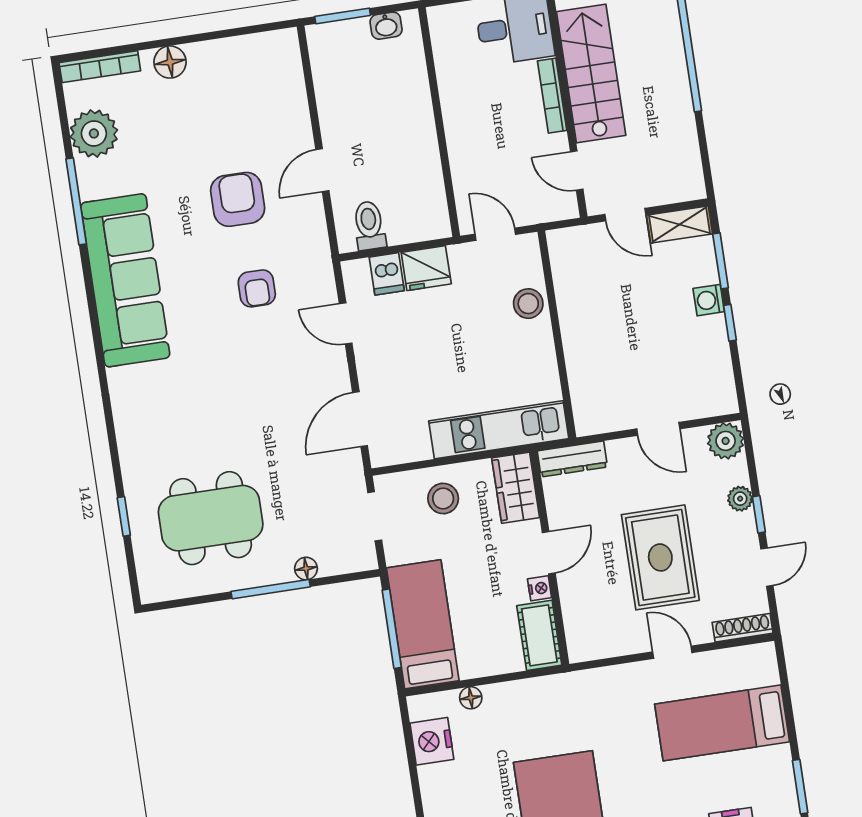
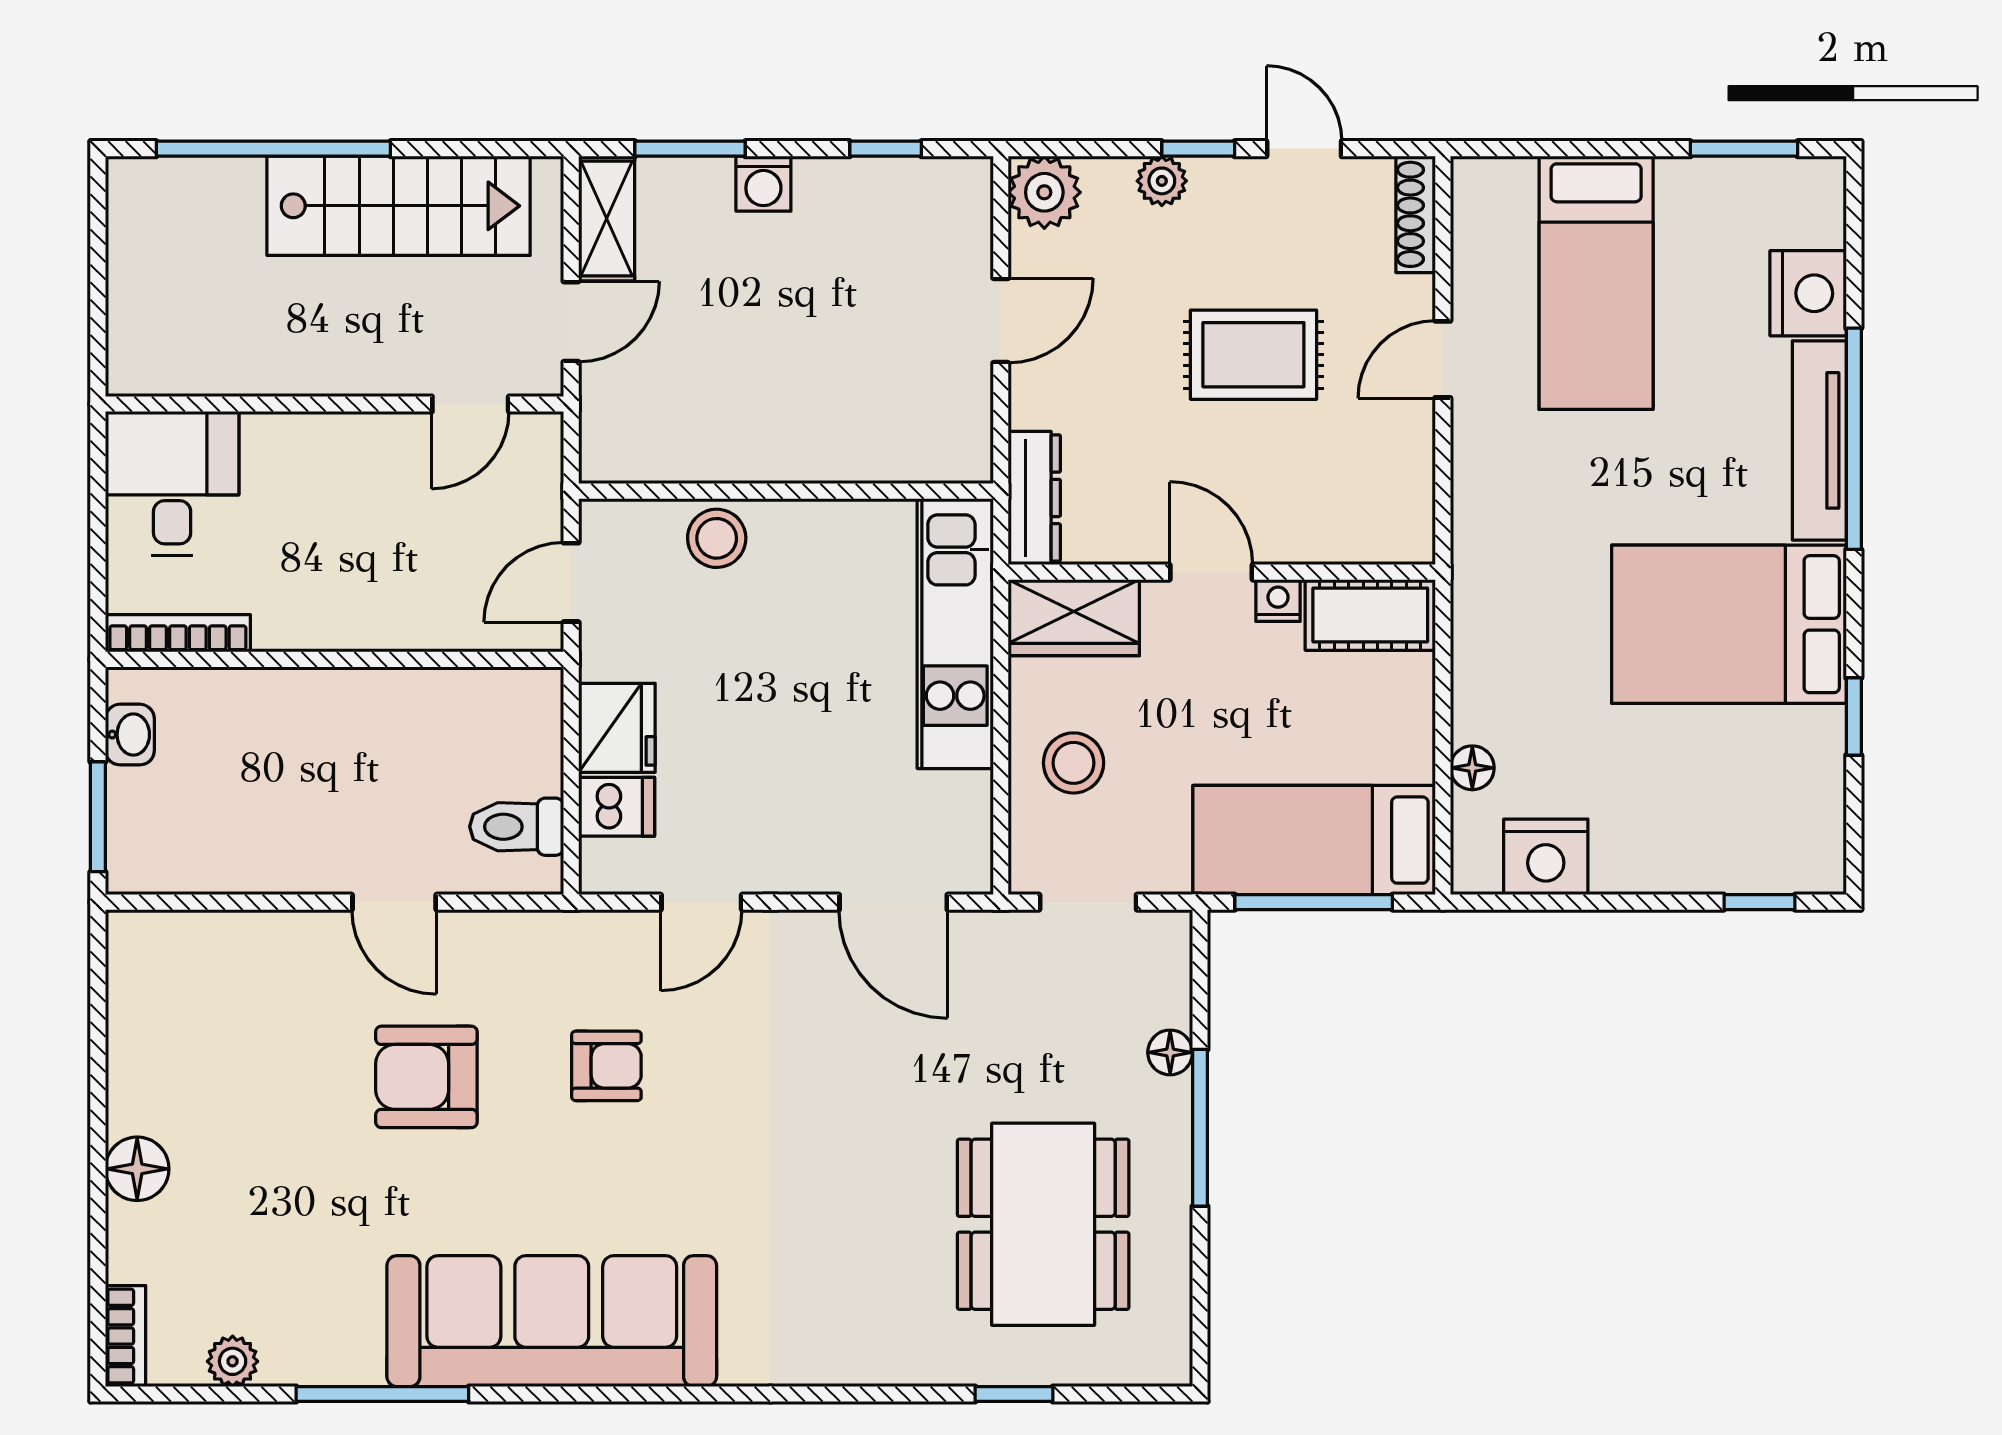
bookcase: (100, 67) -> (126, 1336), width x0.64
stairs: (591, 73) -> (399, 206), moved, turned 180
bookcase: (552, 96) -> (178, 633), moved, turned 180
plant: (94, 133) -> (233, 1361), width x0.53, depth x0.53
window: (730, 323) -> (886, 149), moved
rug: (660, 557) -> (1253, 355), width x0.73, depth x0.70

